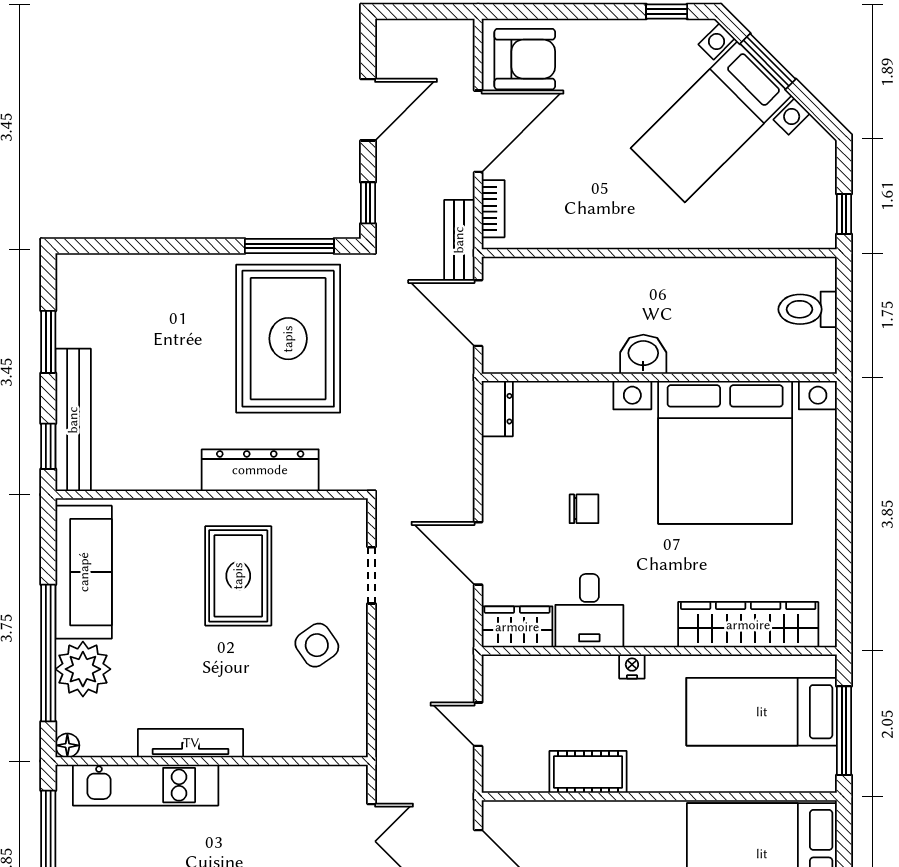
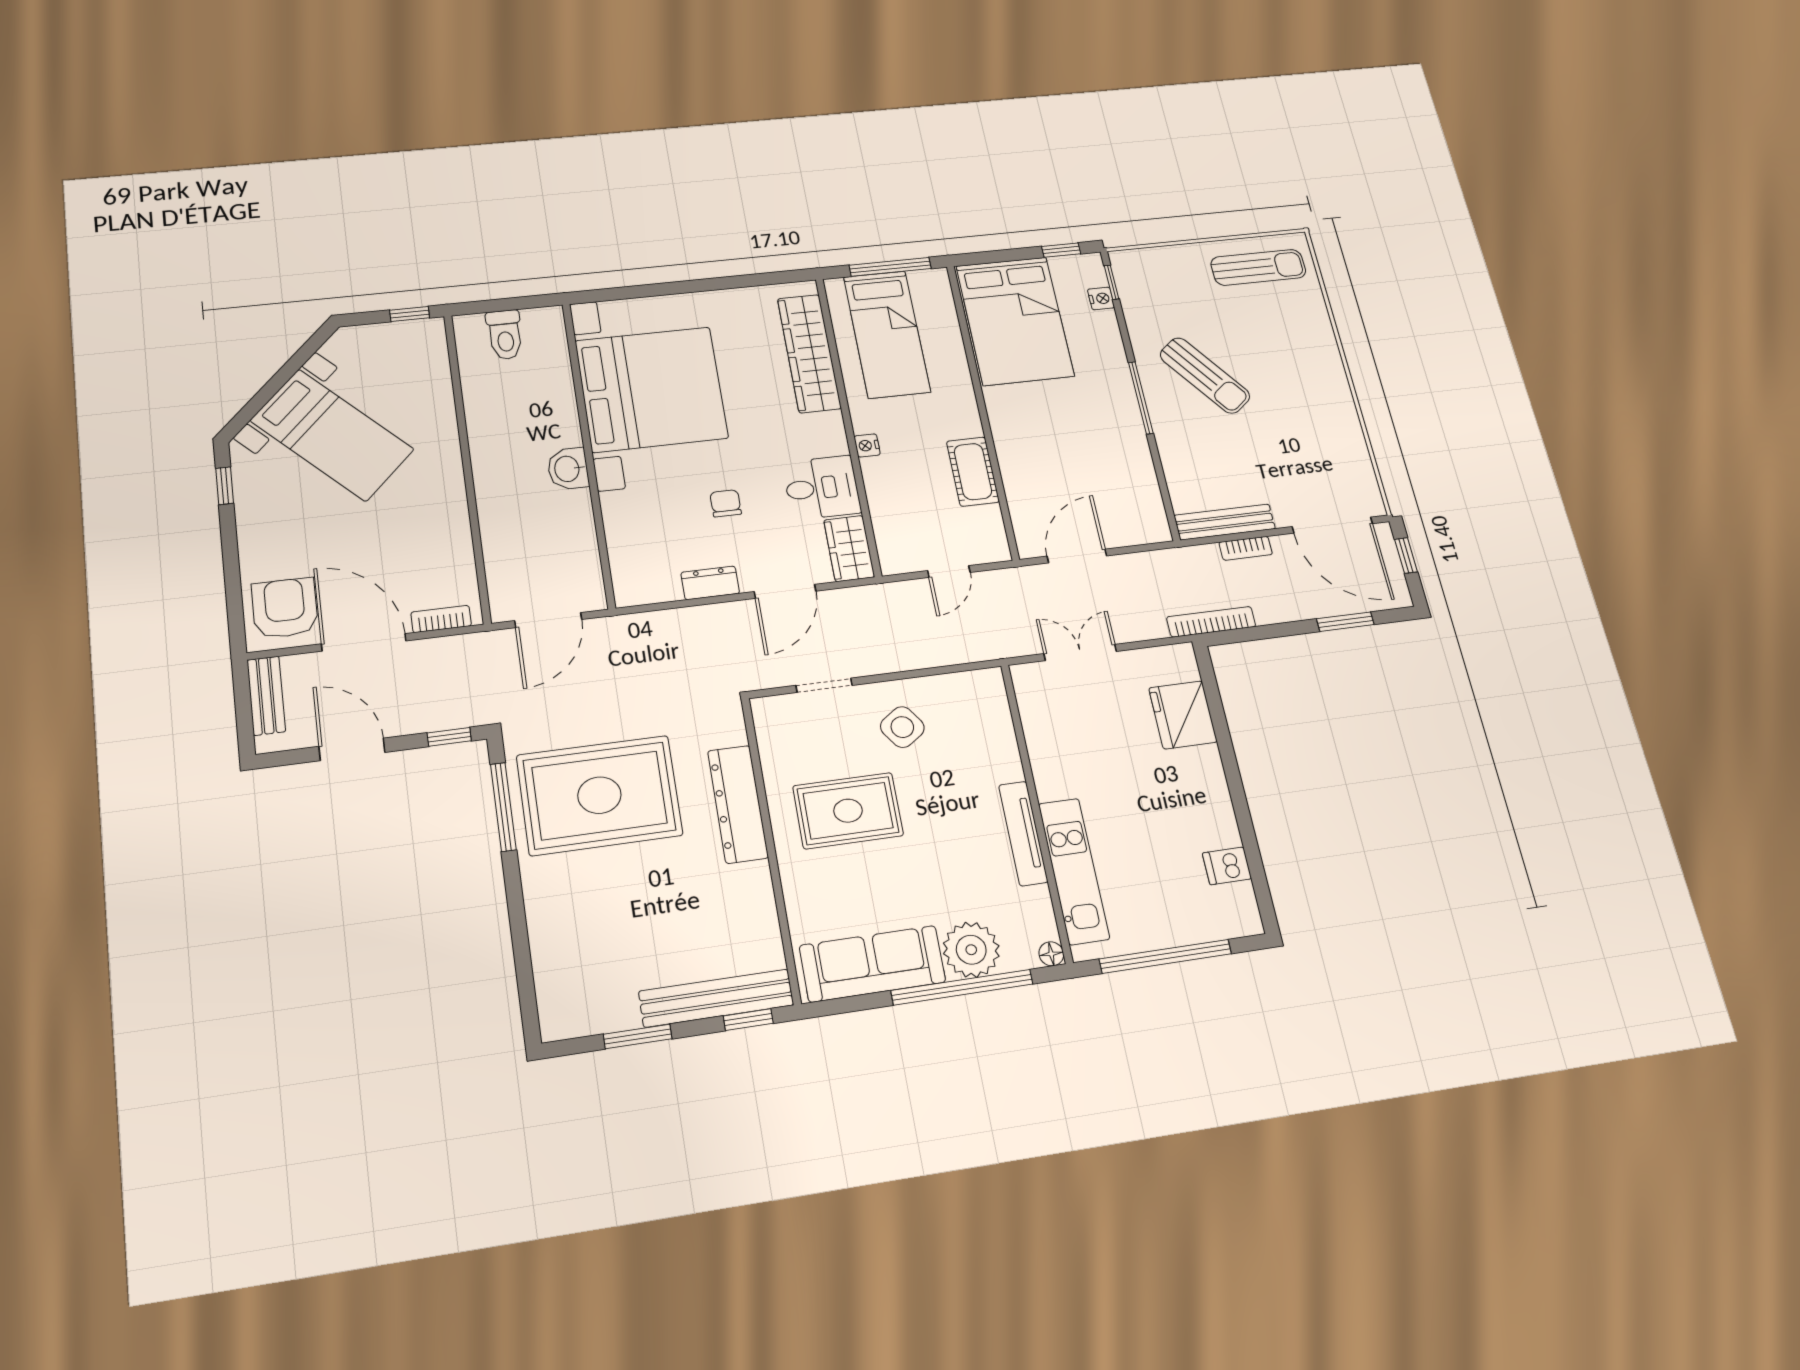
window: (768, 61) -> (267, 393), removed
bench: (459, 240) -> (266, 696), moved, turned 90
dresser: (497, 409) -> (710, 583), moved

